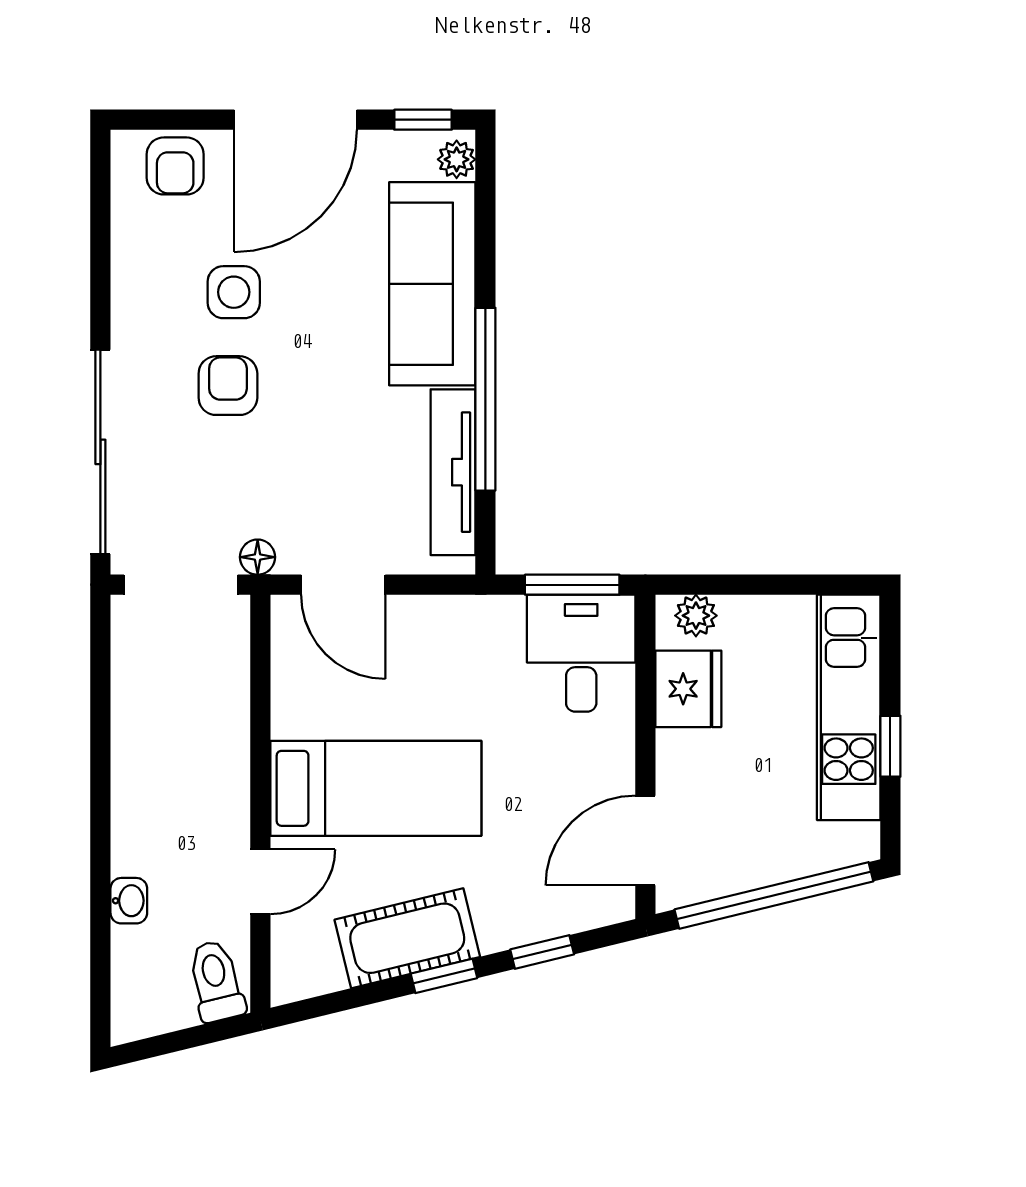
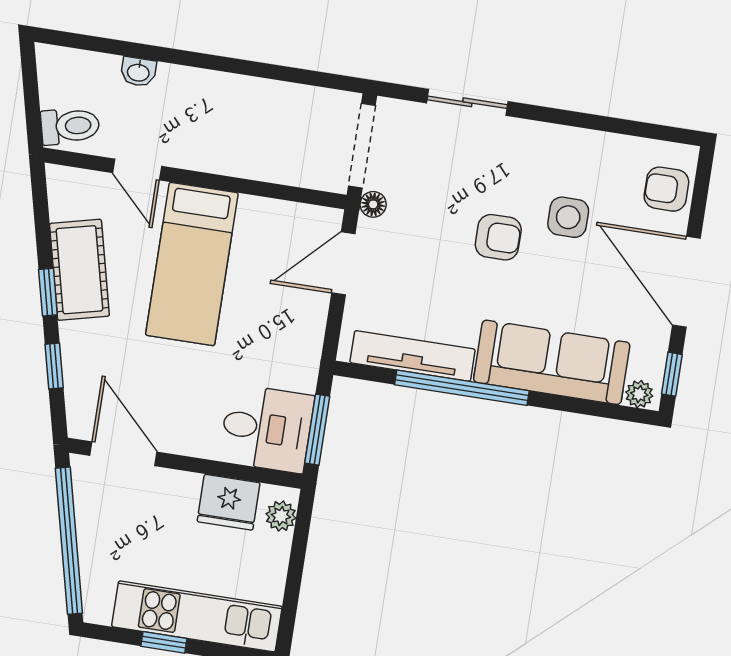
armchair: (228, 386) -> (498, 237), moved
sliding door: (100, 452) -> (467, 102), width x0.54

